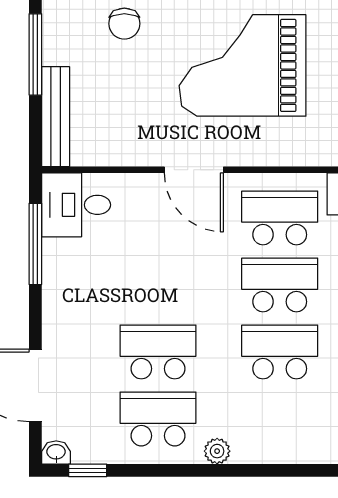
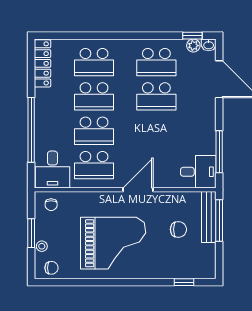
chair: (124, 24) -> (178, 229), moved, turned 90
window: (35, 54) -> (219, 221), moved
door: (194, 170) -> (138, 190), hinge flipped
school desk: (280, 419) -> (94, 62), added
plant: (217, 451) -> (193, 46), moved

